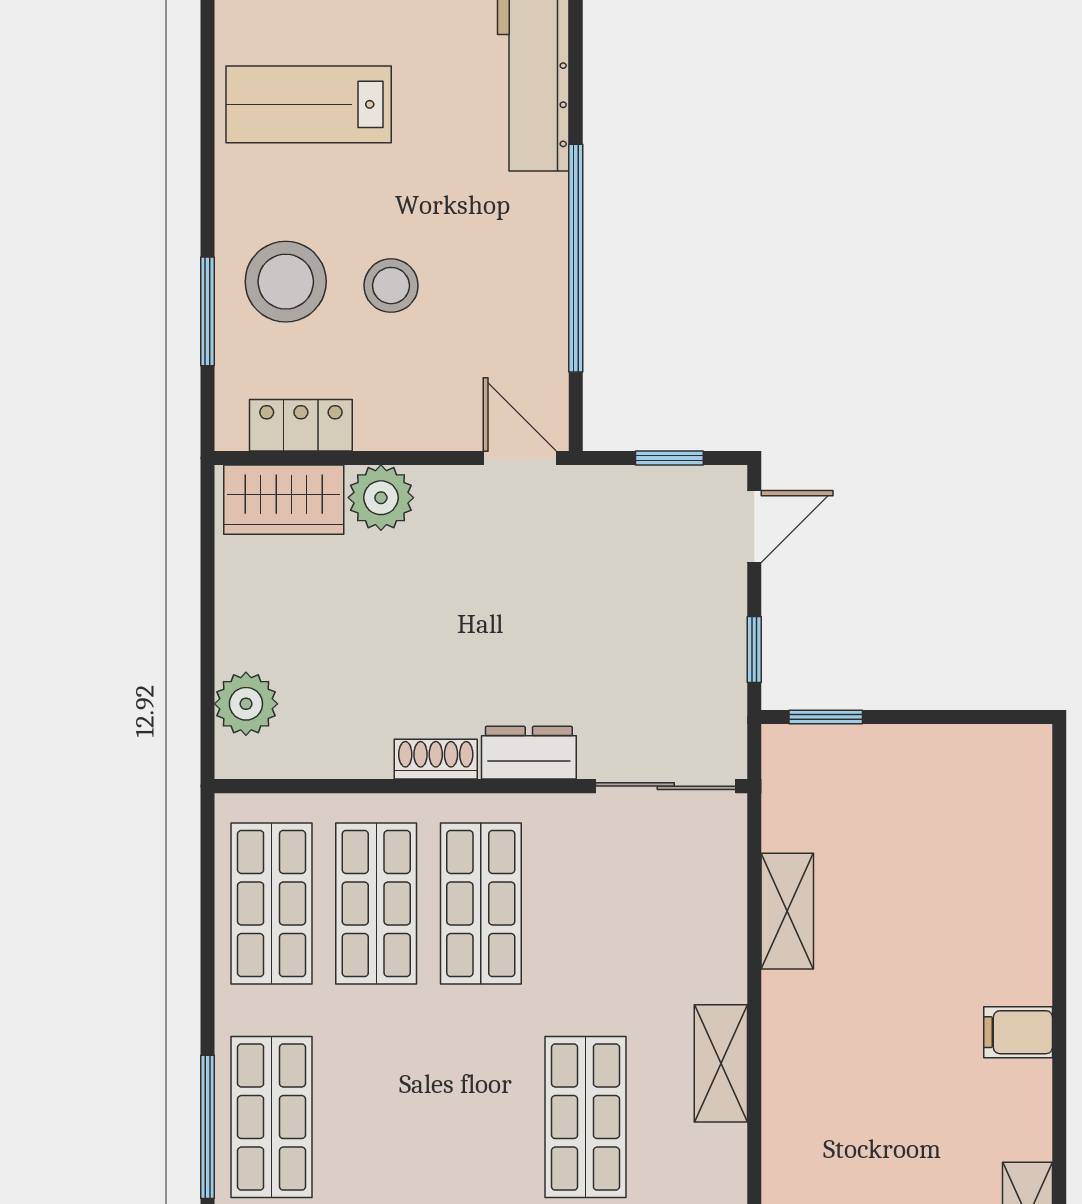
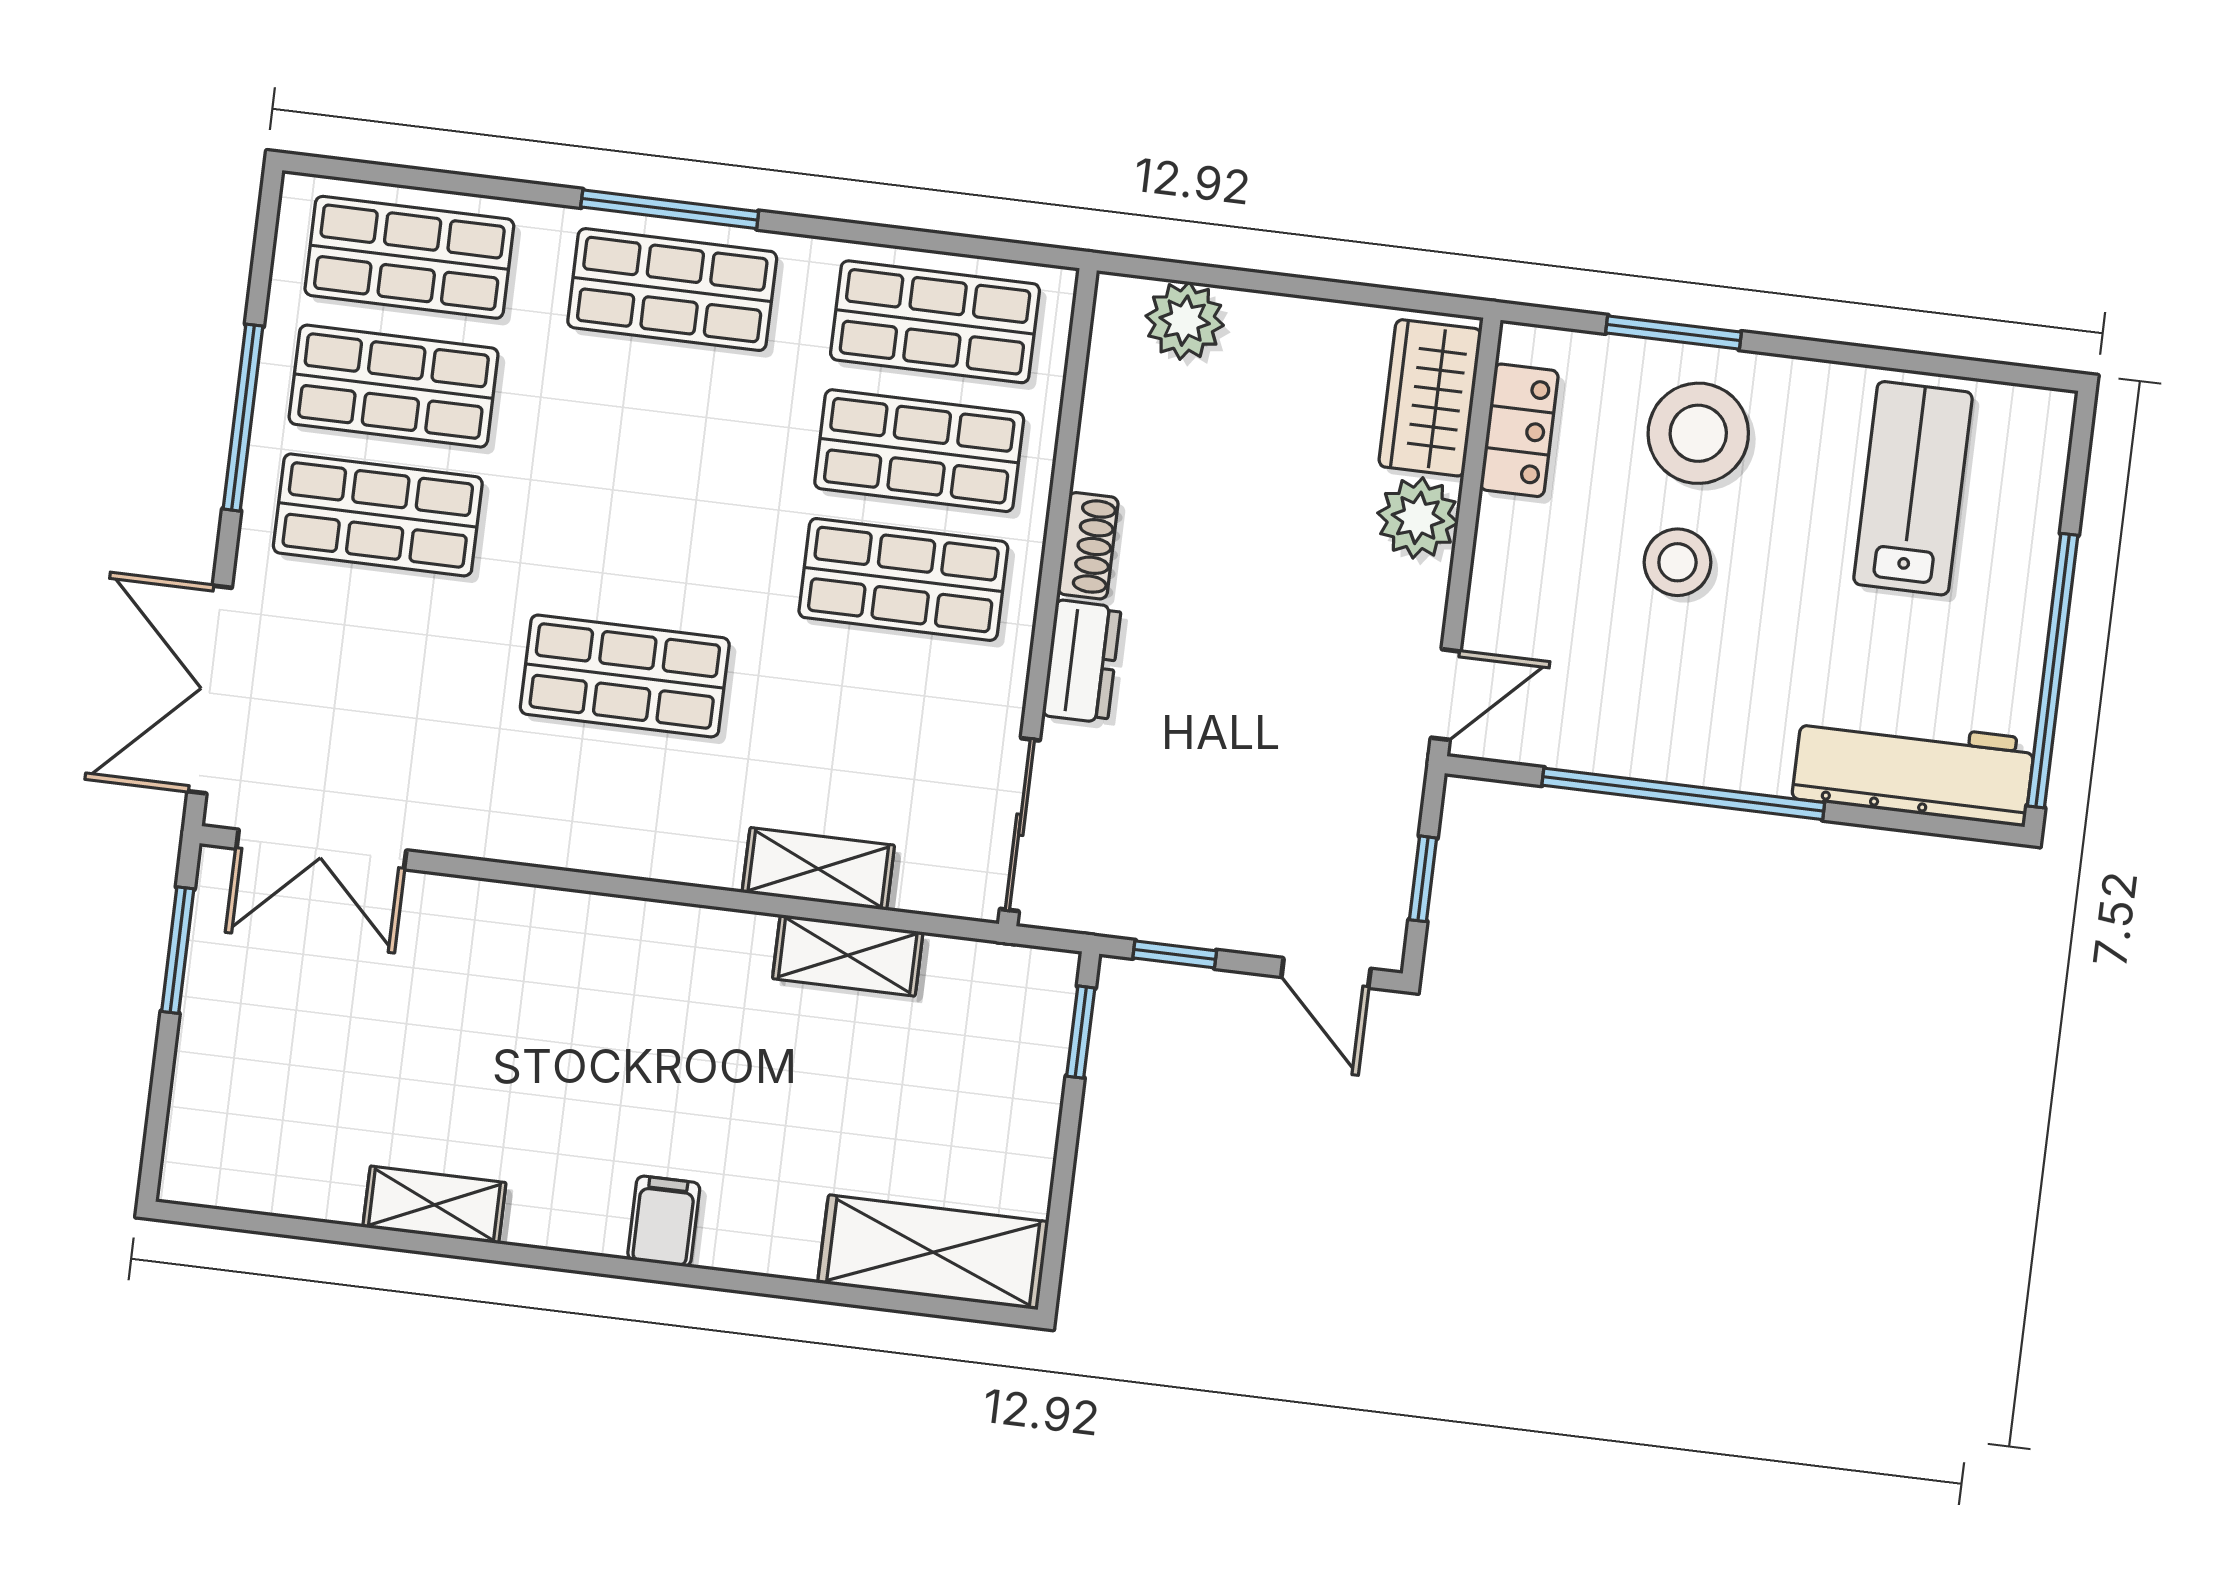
shelving: (1016, 814) -> (933, 1252), added
shelving: (721, 1063) -> (818, 869), moved

